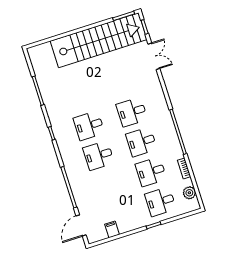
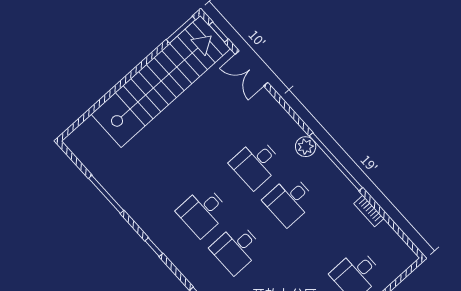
double door: (154, 56) -> (251, 68), swing flipped
desk: (151, 172) -> (323, 237), removed
plant: (189, 193) -> (306, 147), moved

